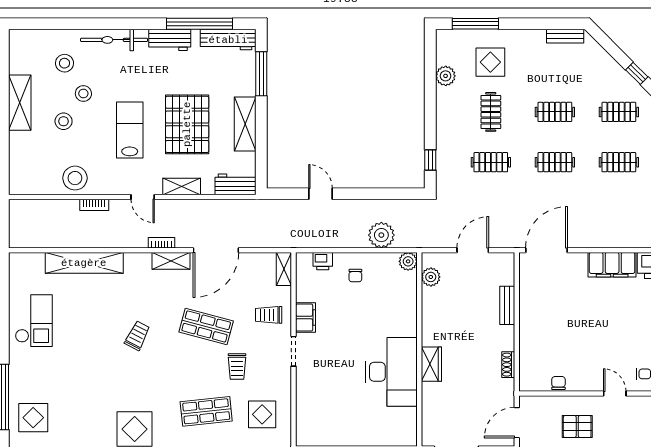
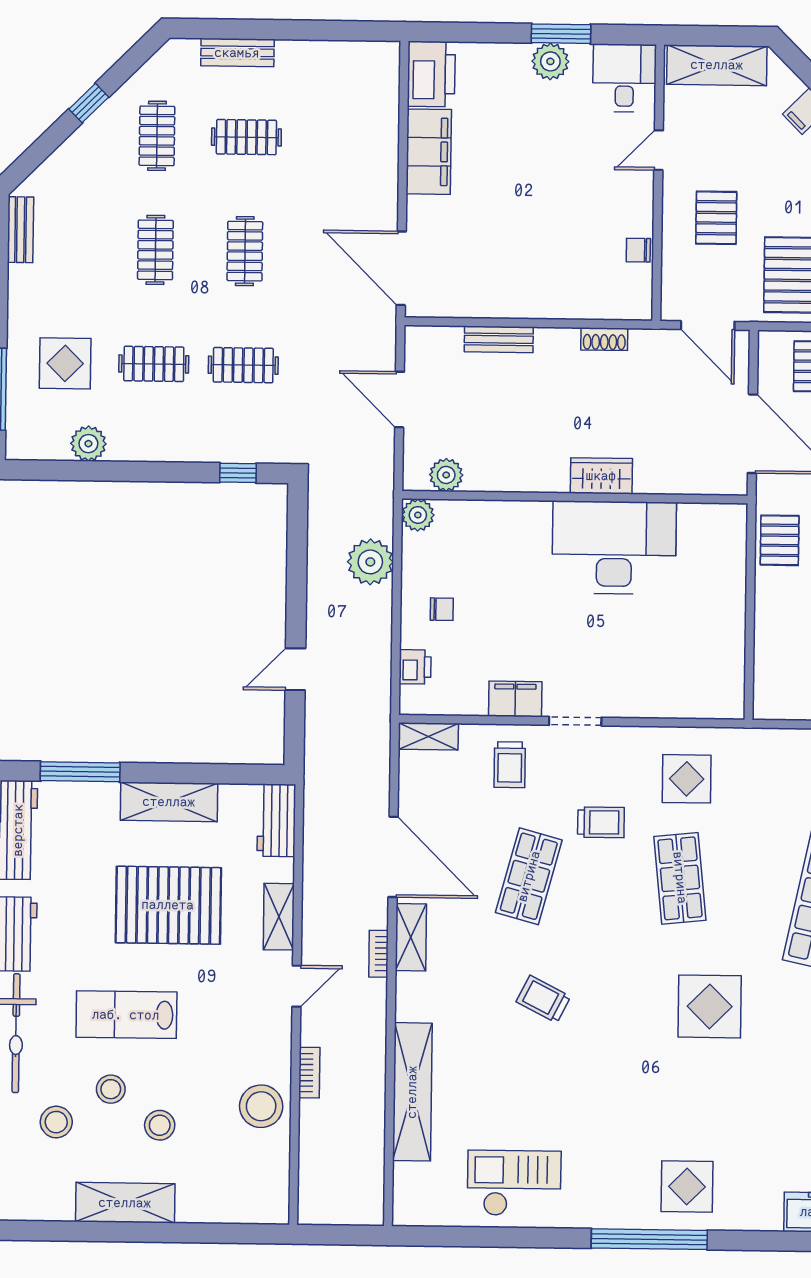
lab bench: (130, 130) -> (126, 1015), moved
clothes rail: (491, 162) -> (243, 365), turned 90
clothes rail: (619, 162) -> (246, 137), turned 90

